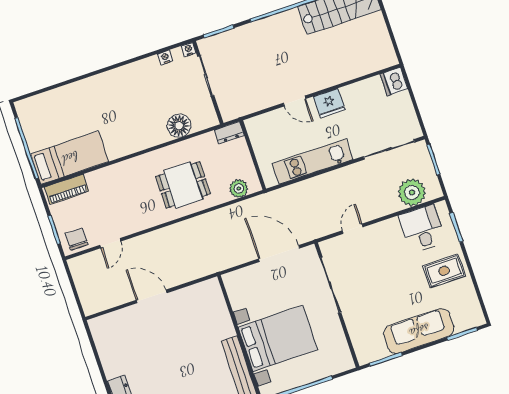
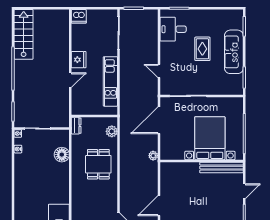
plant: (412, 192) -> (153, 156), moved, width x0.53, depth x0.53
rug: (444, 271) -> (202, 49), moved

